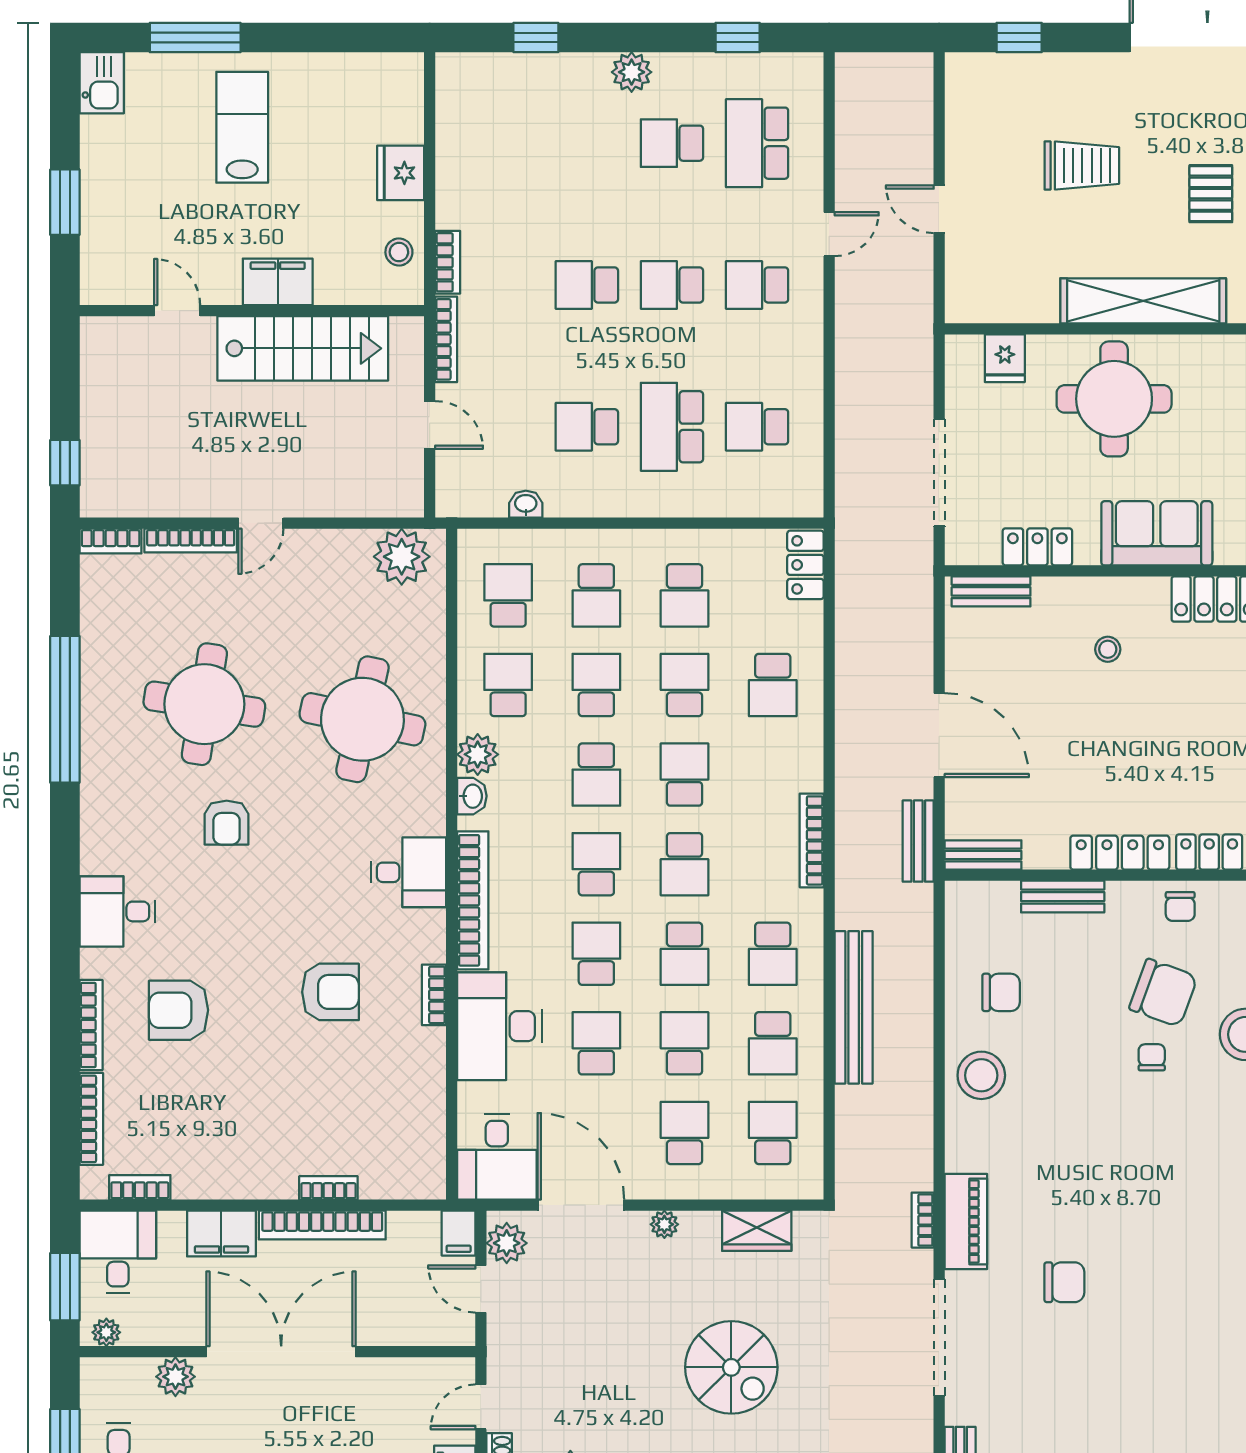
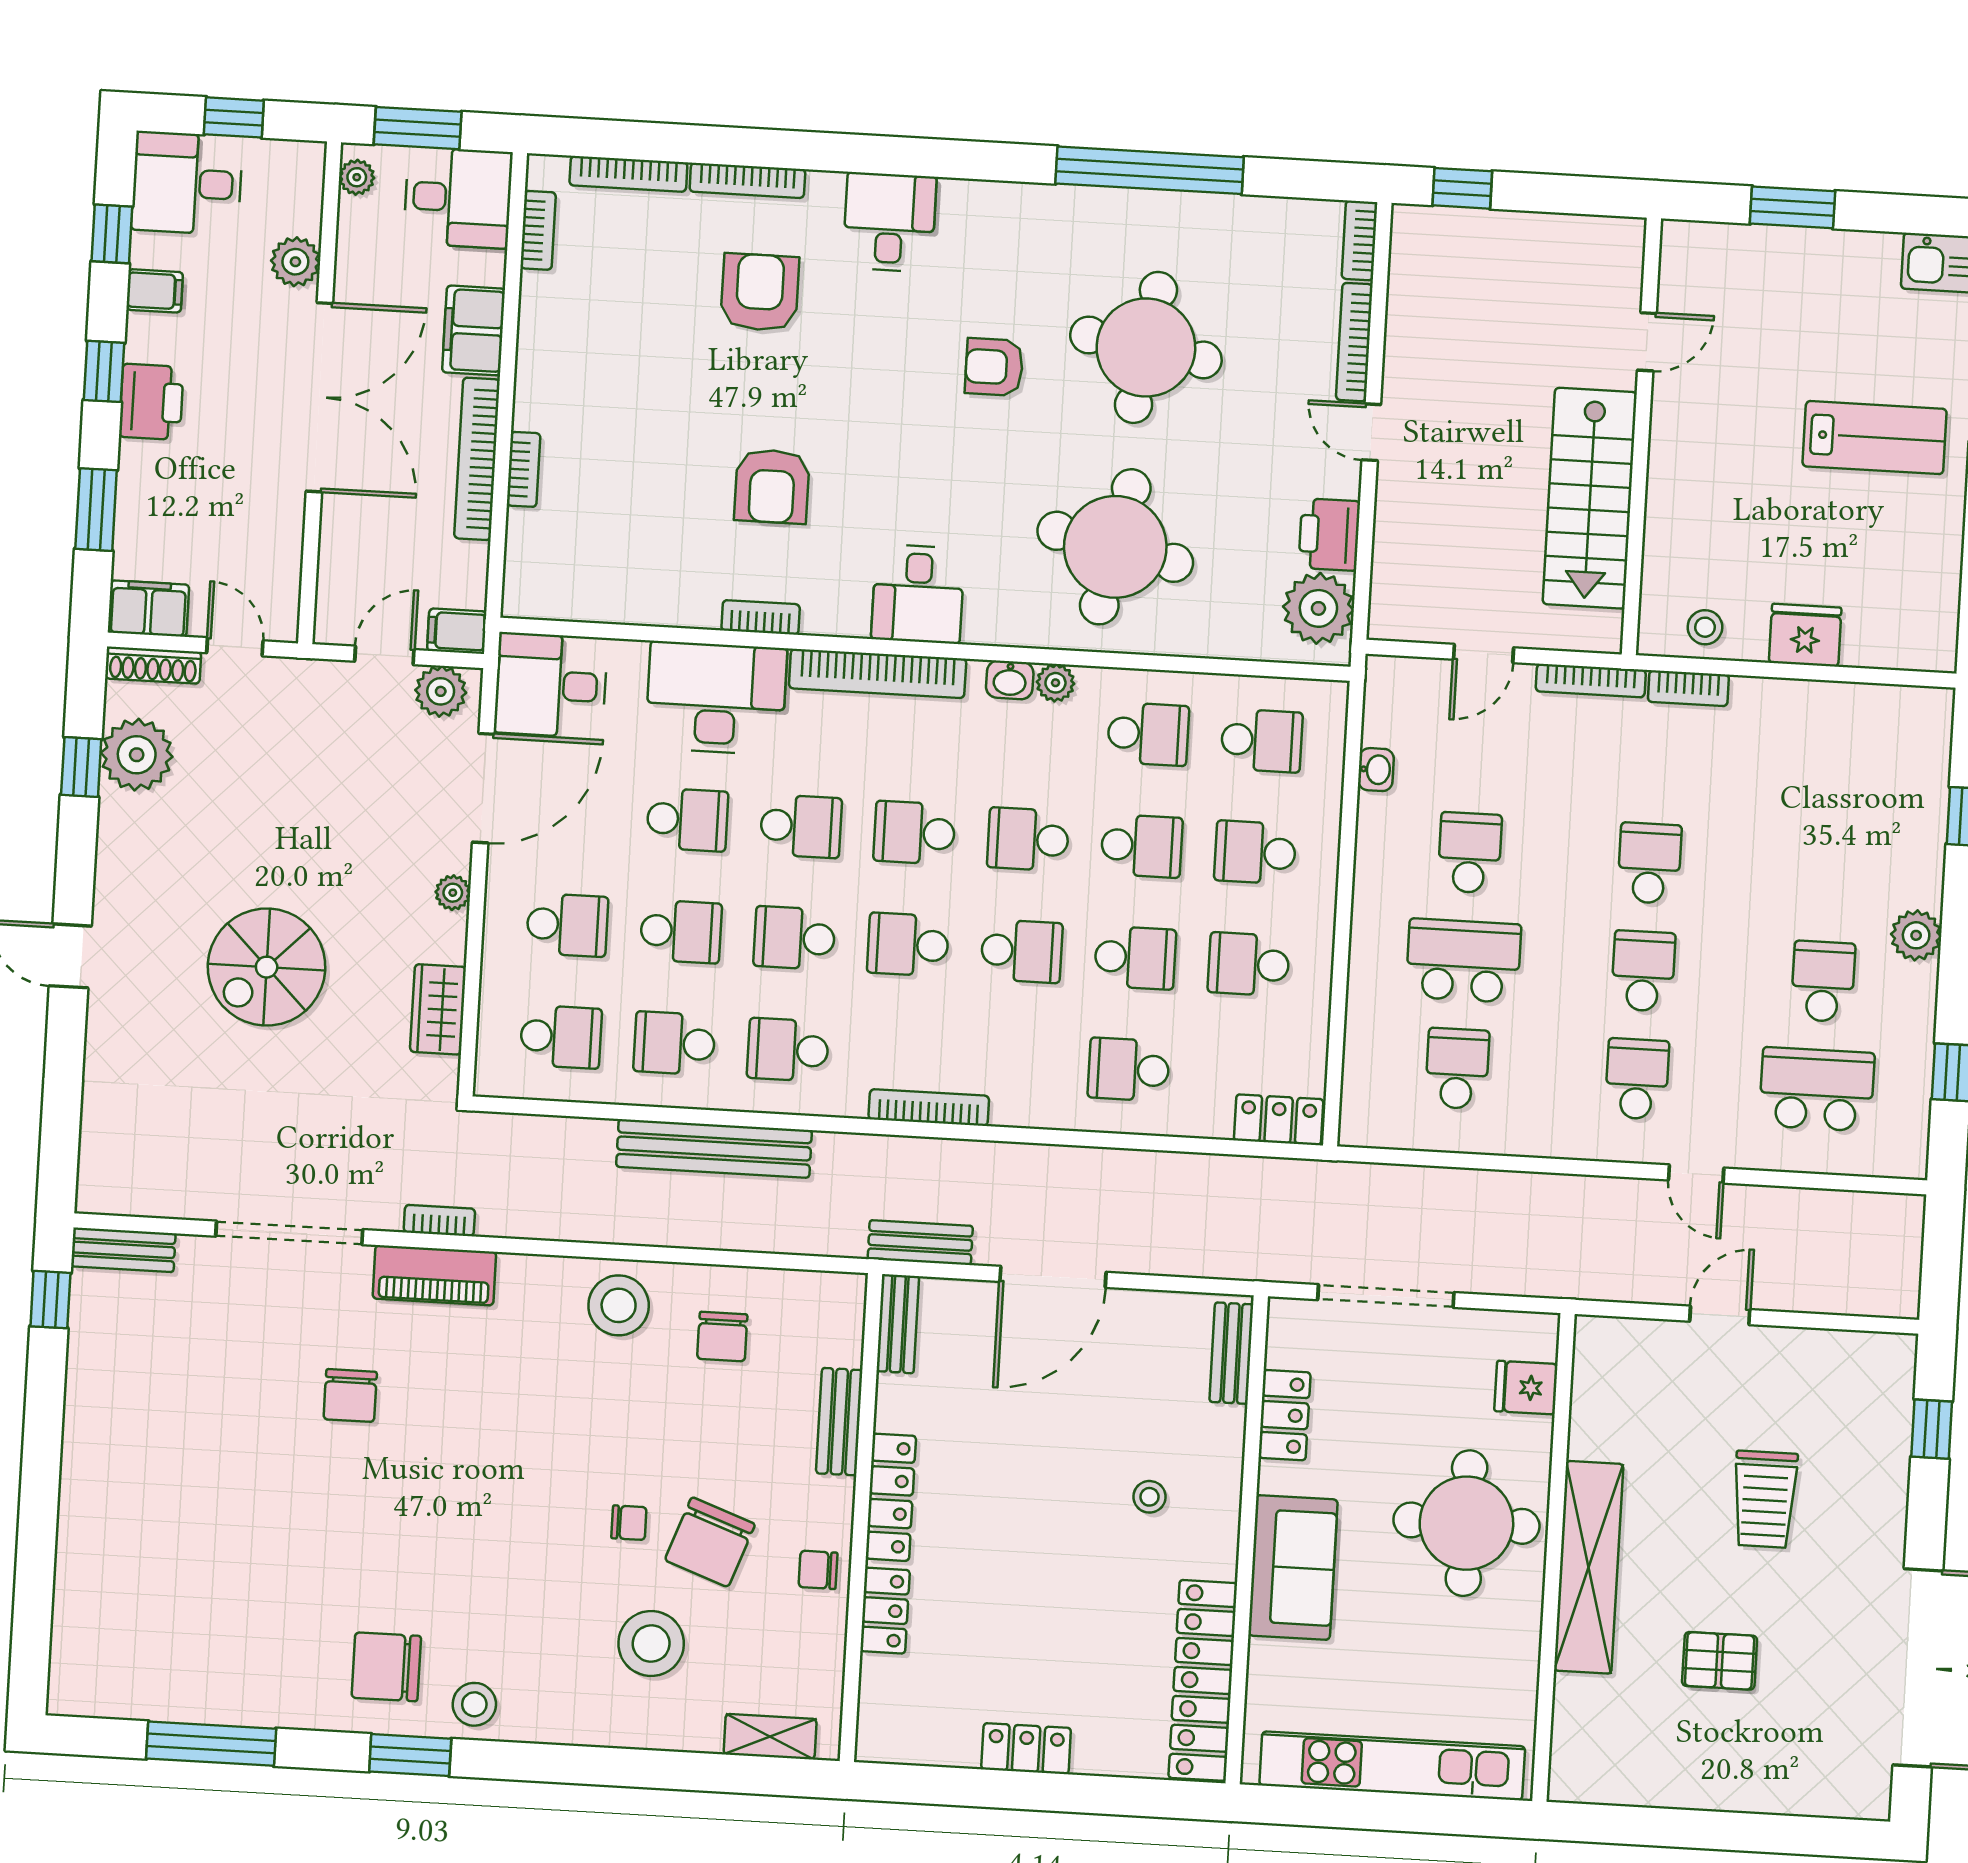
filing cabinet: (278, 282) -> (1676, 471), removed
printer: (343, 552) -> (1329, 535), added
plant: (478, 754) -> (1055, 683), width x0.73, depth x0.73
school desk: (596, 864) -> (914, 833), turned 180

